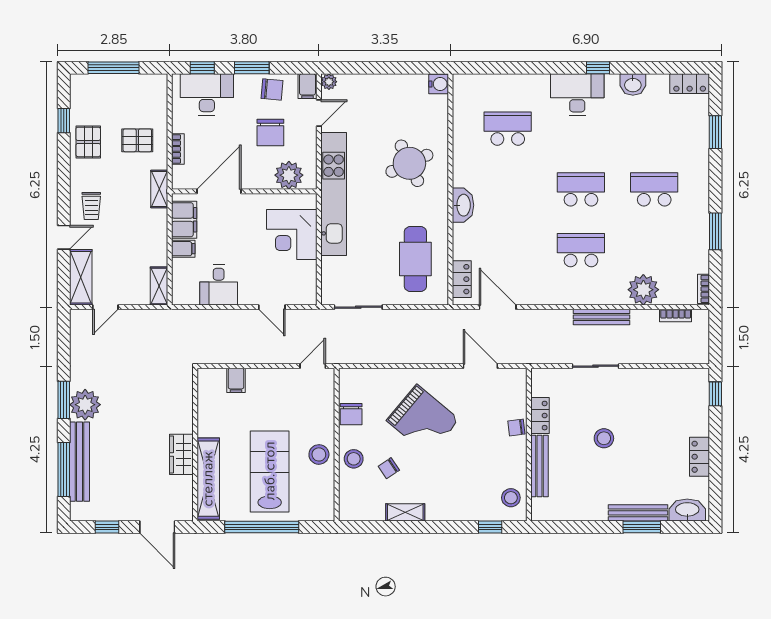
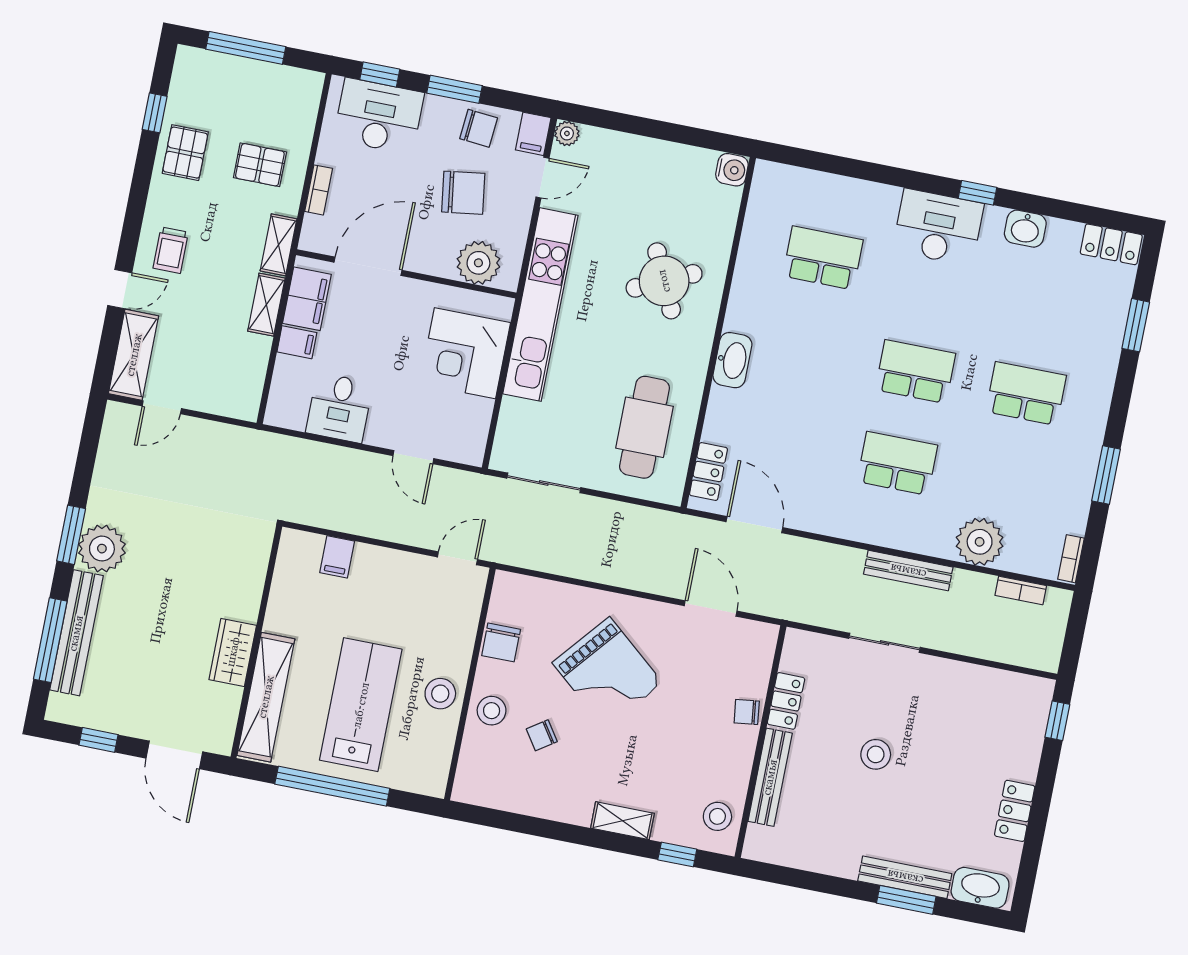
chair: (270, 132) -> (463, 193), turned -98
shelving: (159, 286) -> (266, 305), moved
shelving: (405, 512) -> (622, 821), moved

